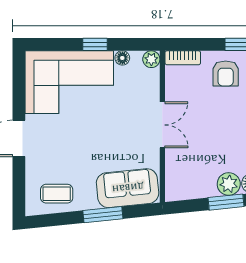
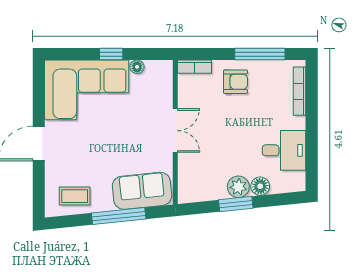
plant: (151, 59) -> (165, 68), removed
armchair: (226, 74) -> (235, 82), turned -90
window: (103, 215) -> (119, 216), width x1.44

